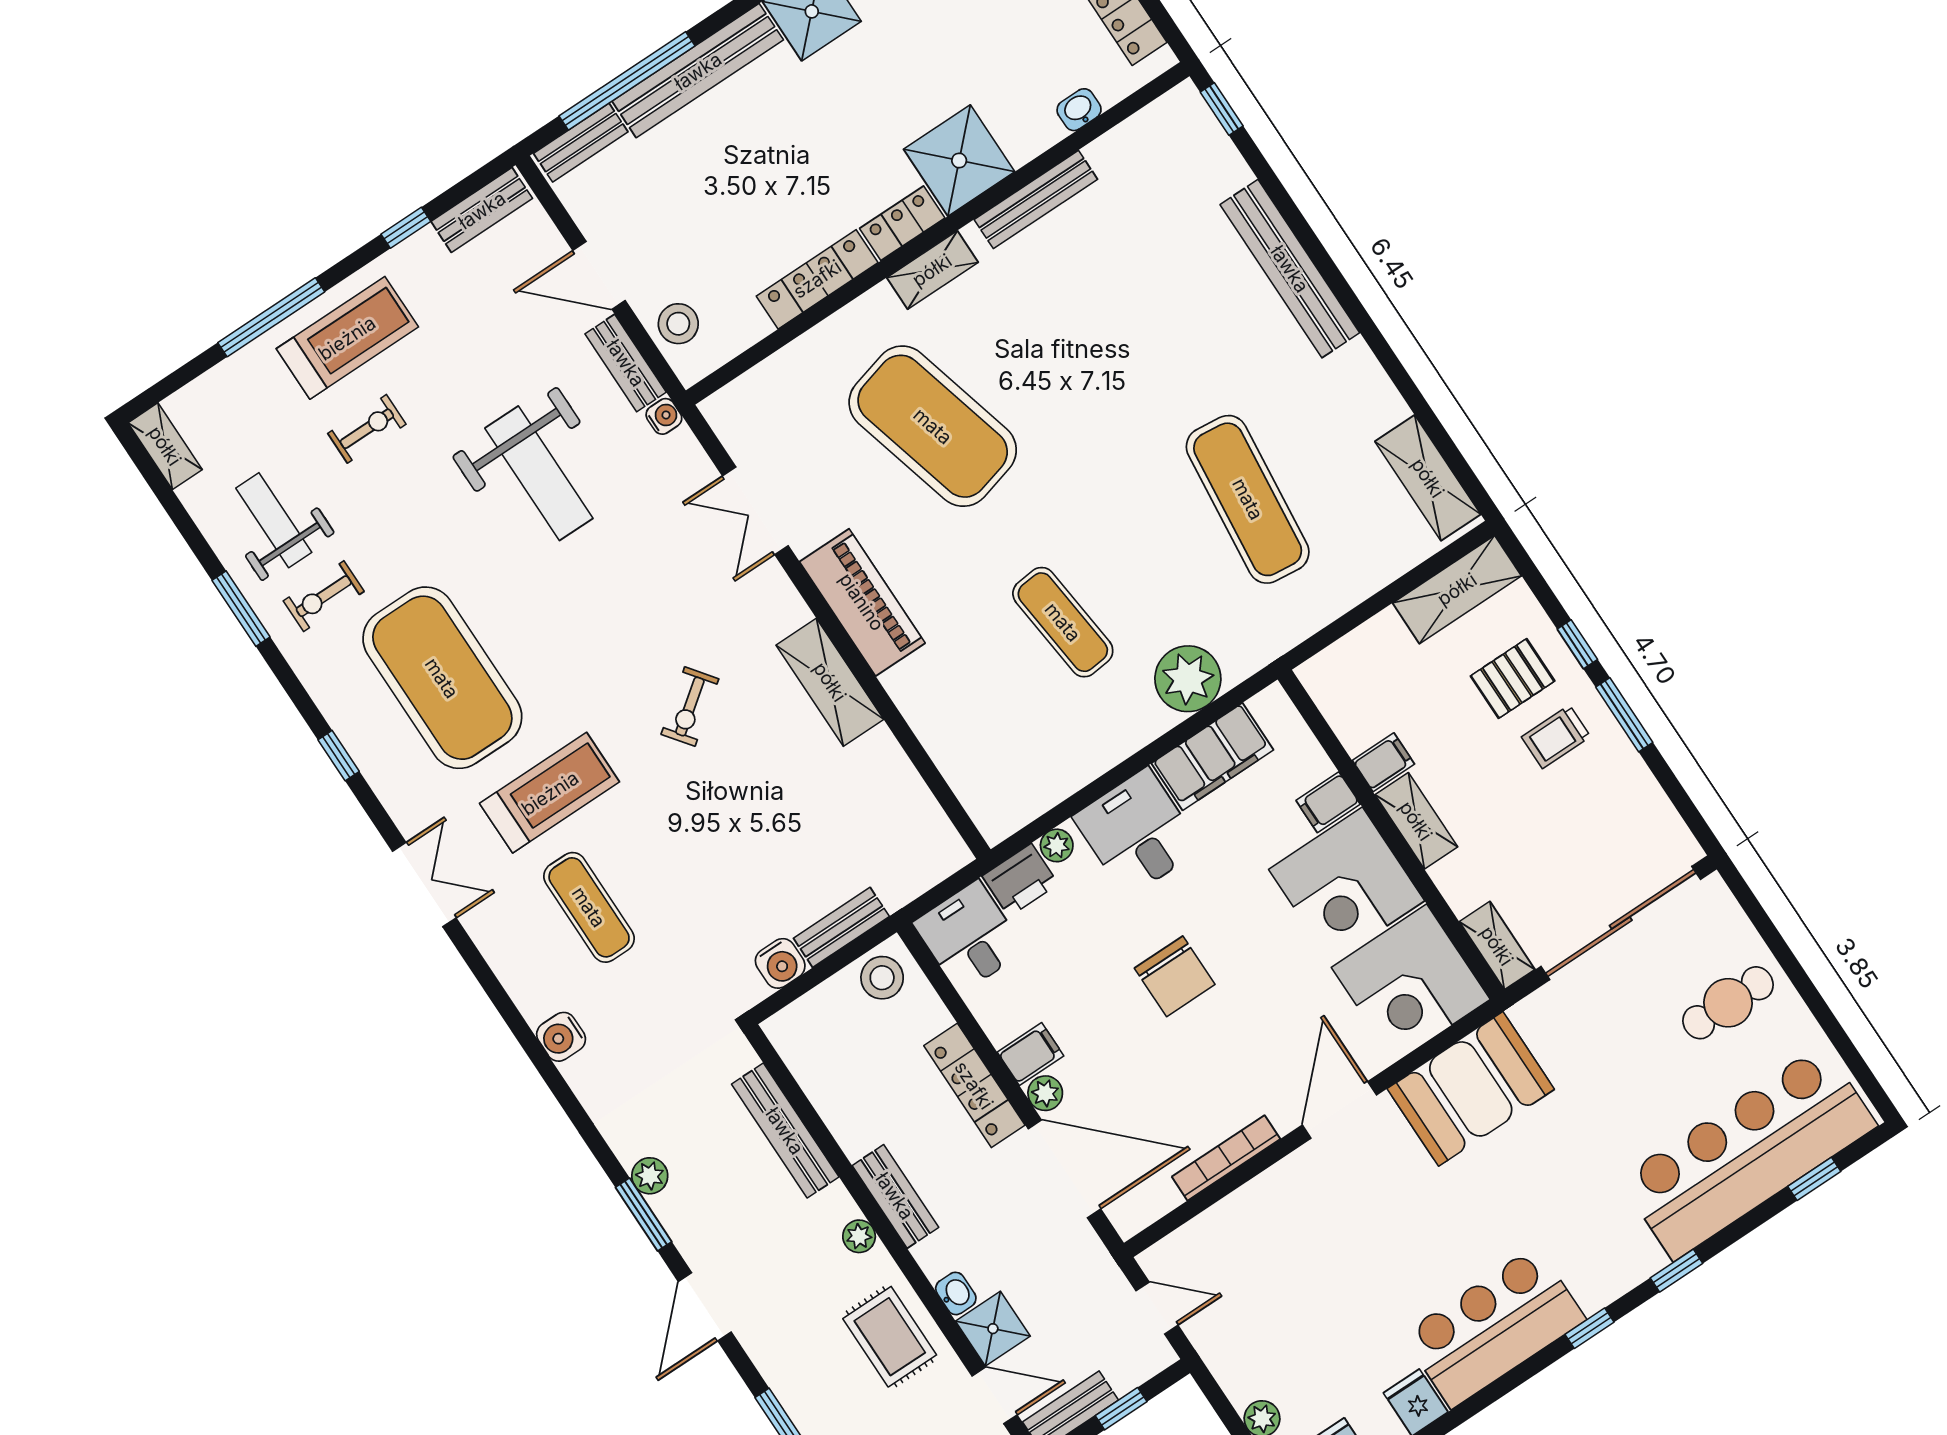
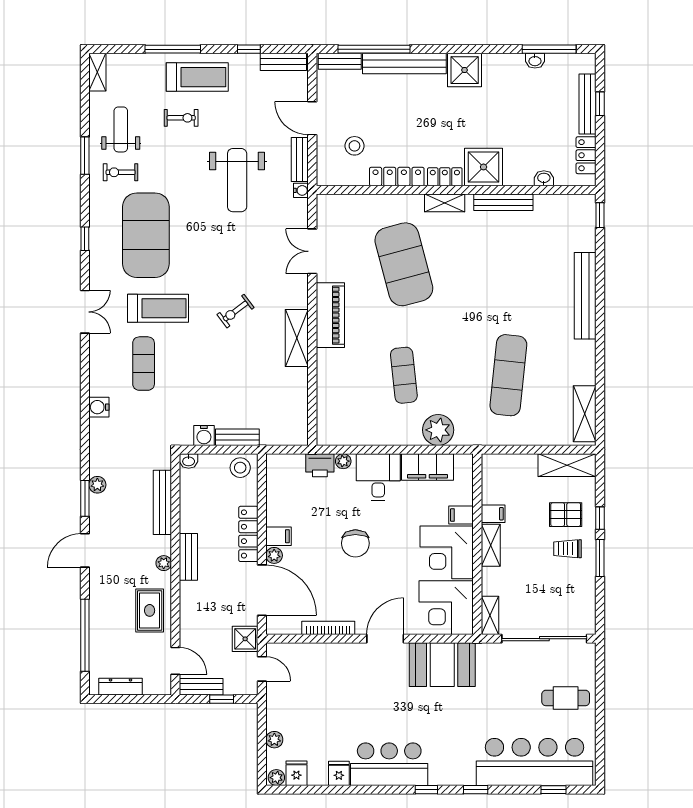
stool: (678, 324) -> (354, 146), moved
desk: (969, 937) -> (285, 474), removed
washbasin: (956, 1293) -> (189, 461), moved, turned 90
shower: (993, 1329) -> (245, 639), moved

